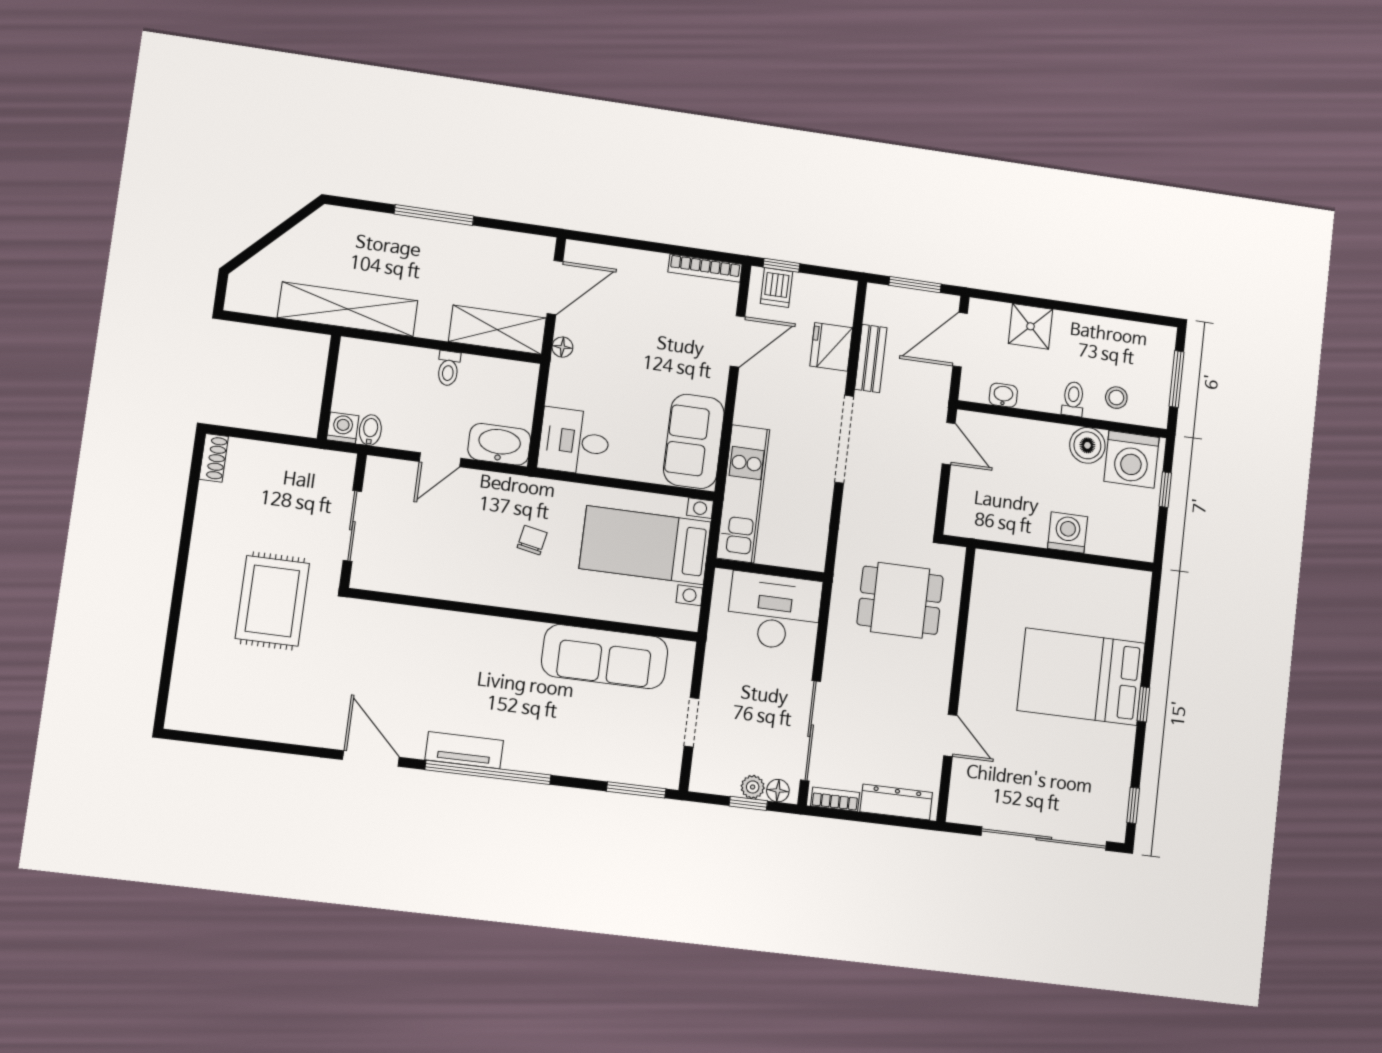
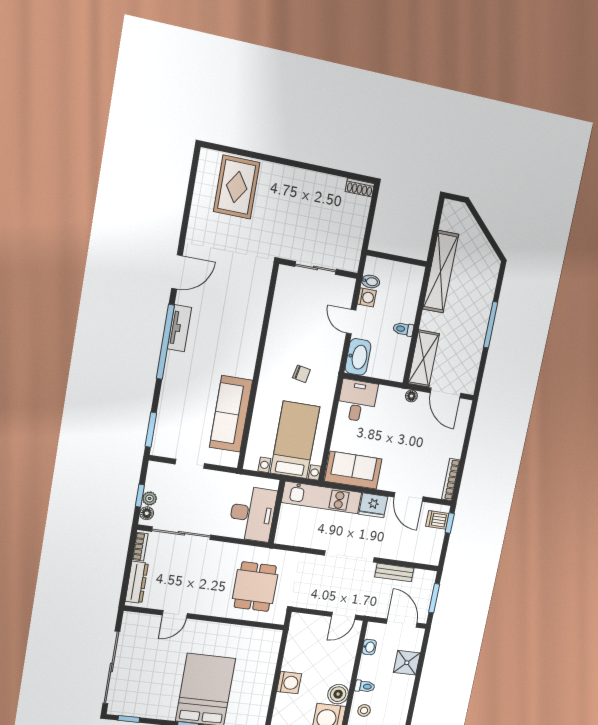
fridge: (831, 347) -> (373, 505), moved, turned 180
washing machine: (343, 428) -> (367, 297), moved
rug: (272, 601) -> (237, 187), moved, turned 90

